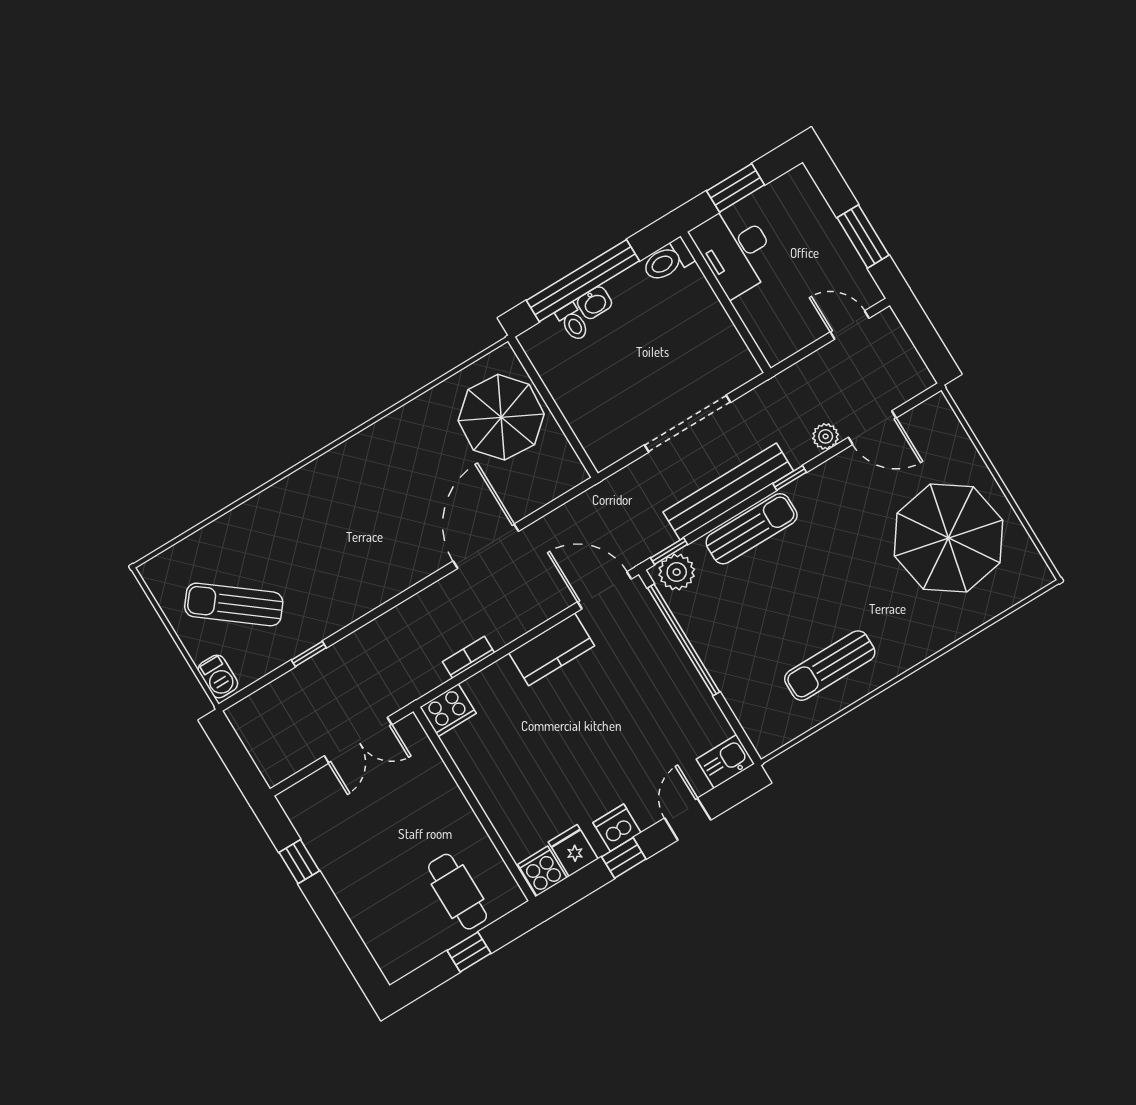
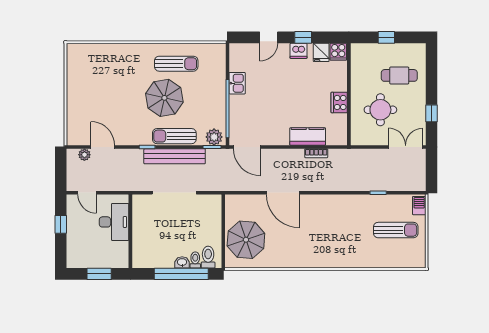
window: (863, 236) -> (61, 224), width x0.67
desk: (735, 250) -> (114, 222), moved
toilet: (668, 261) -> (208, 257), moved, turned -90
plant: (826, 436) -> (84, 155), moved
parasol: (948, 538) -> (164, 98), moved, width x0.73, depth x0.73
door: (486, 546) -> (283, 193), hinge flipped
sun lounger: (234, 604) -> (396, 230), turned -38
kitchen counter: (552, 649) -> (308, 136), moved
cooker: (448, 710) -> (339, 102), moved, turned -90
double door: (358, 740) -> (406, 147), moved
kitchen sink: (725, 761) -> (237, 83), moved, turned -90
round table: (398, 811) -> (380, 110), added
cafe table: (458, 892) -> (399, 75), moved, turned 90

